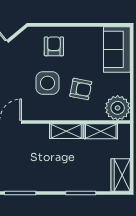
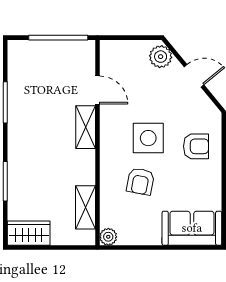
plant: (118, 108) -> (108, 237), width x0.53, depth x0.53
shelving: (66, 131) -> (86, 127), moved

